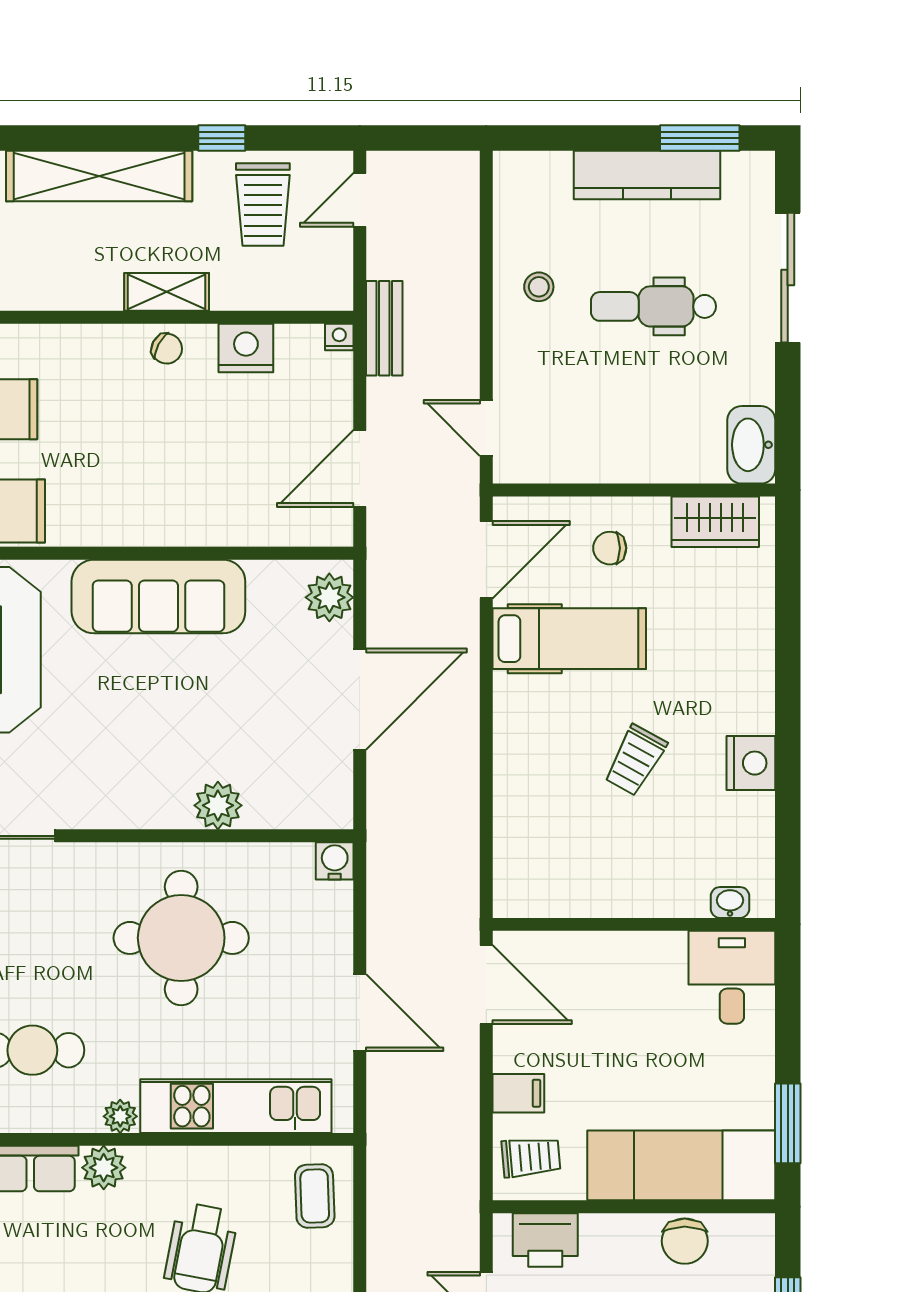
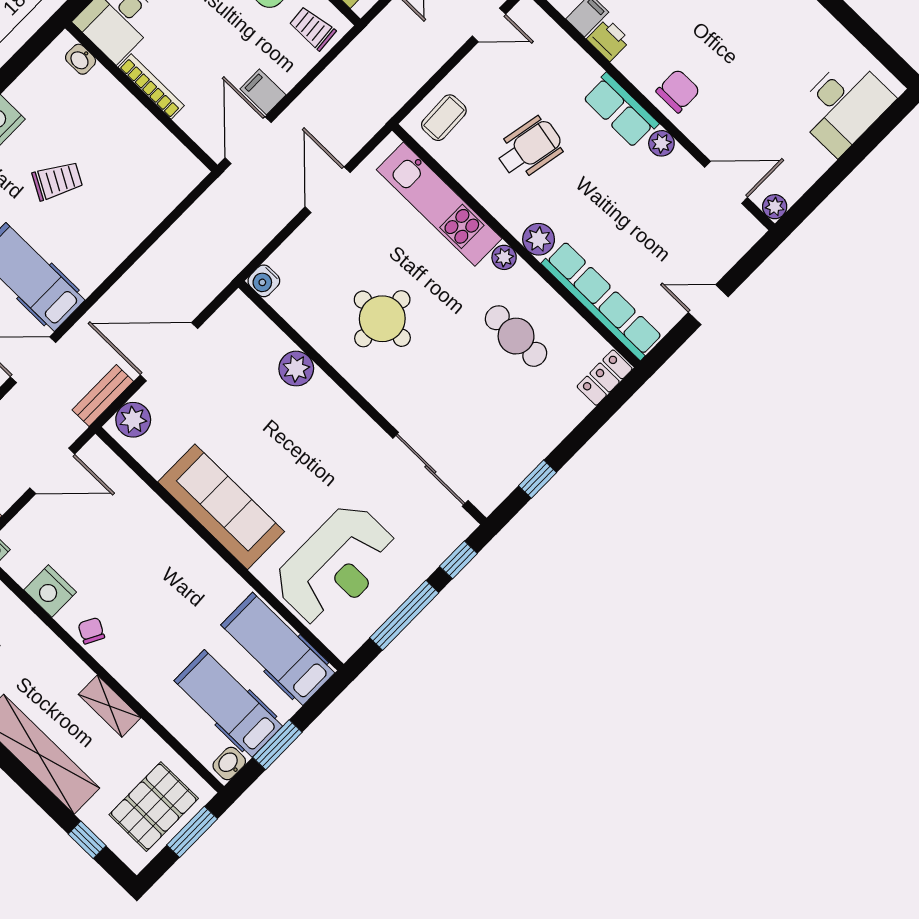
shelving: (167, 292) -> (110, 706), moved
bench: (383, 592) -> (103, 396), added
round table: (181, 938) -> (382, 319), width x0.73, depth x0.73
bookcase: (634, 944) -> (151, 86), added
filing cabinet: (518, 1093) -> (263, 92), moved

